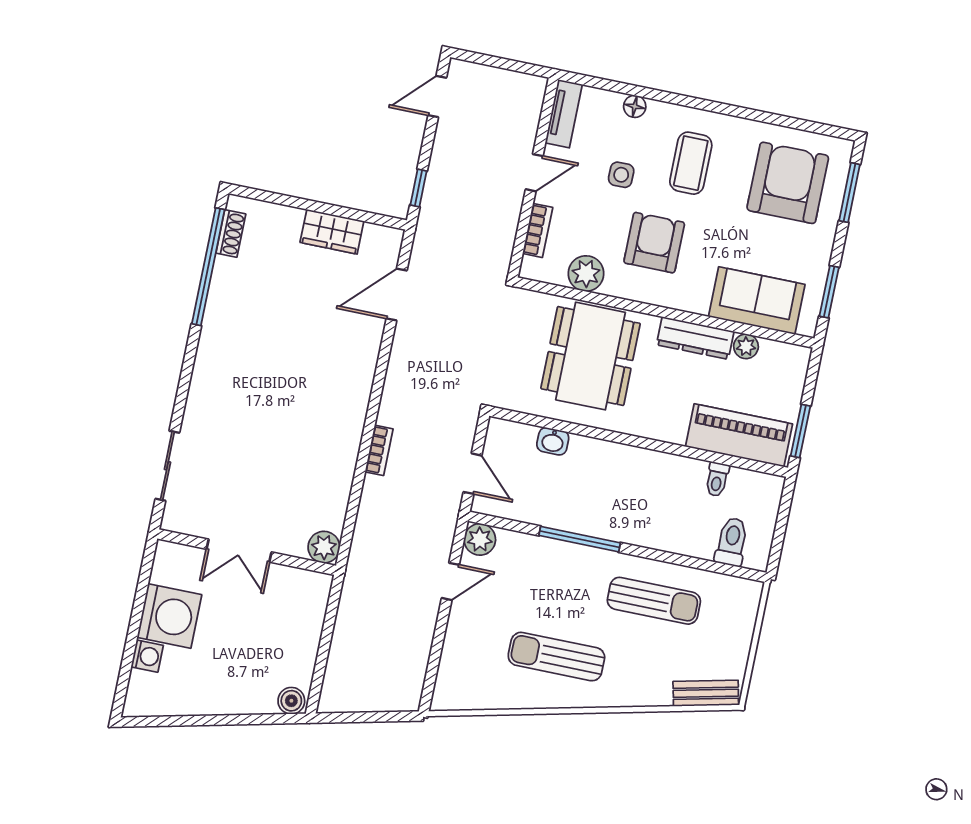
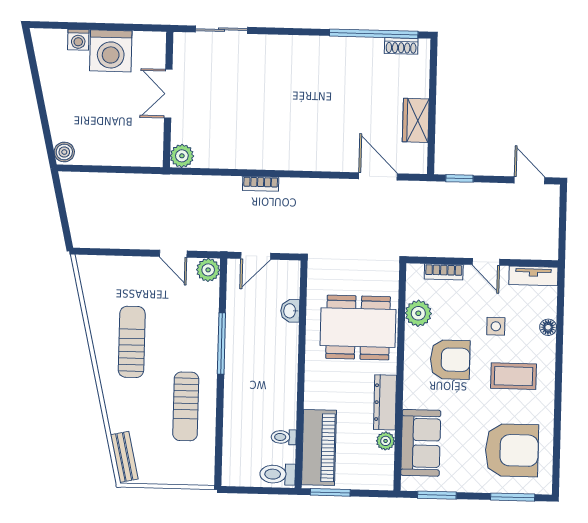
toilet: (732, 542) -> (278, 474), moved, turned 180

